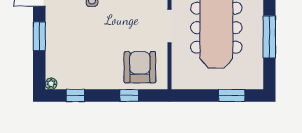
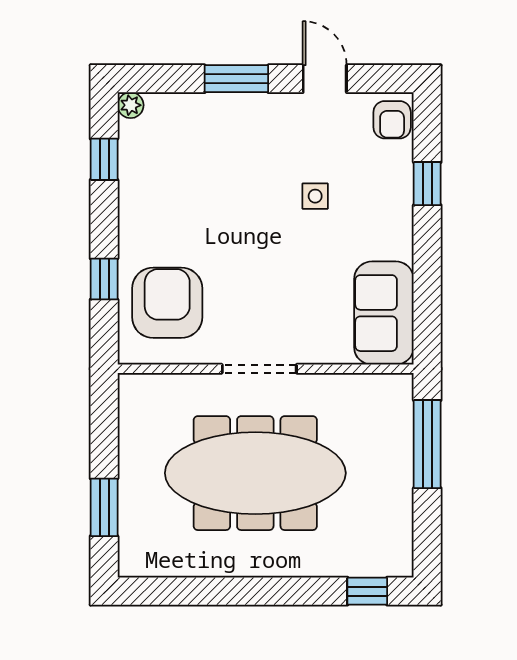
window: (269, 37) -> (235, 591), removed
armchair: (140, 67) -> (167, 303), turned -90

